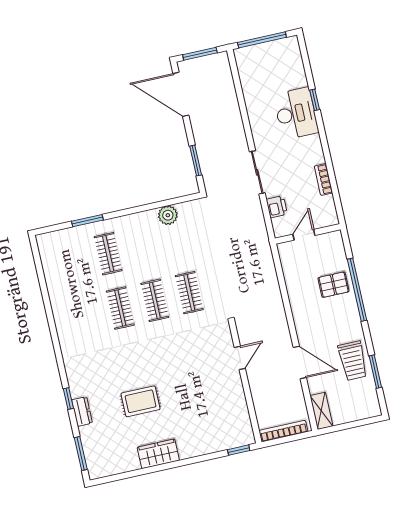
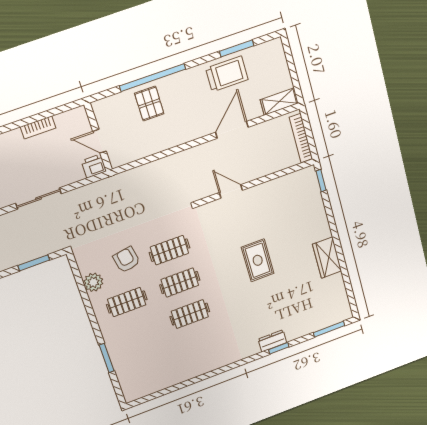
printer: (277, 207) -> (94, 166), moved
armchair: (186, 250) -> (127, 260), added
clothes rail: (108, 254) -> (127, 302), moved
rug: (141, 401) -> (258, 260), moved
dresser: (82, 412) -> (272, 341), moved

